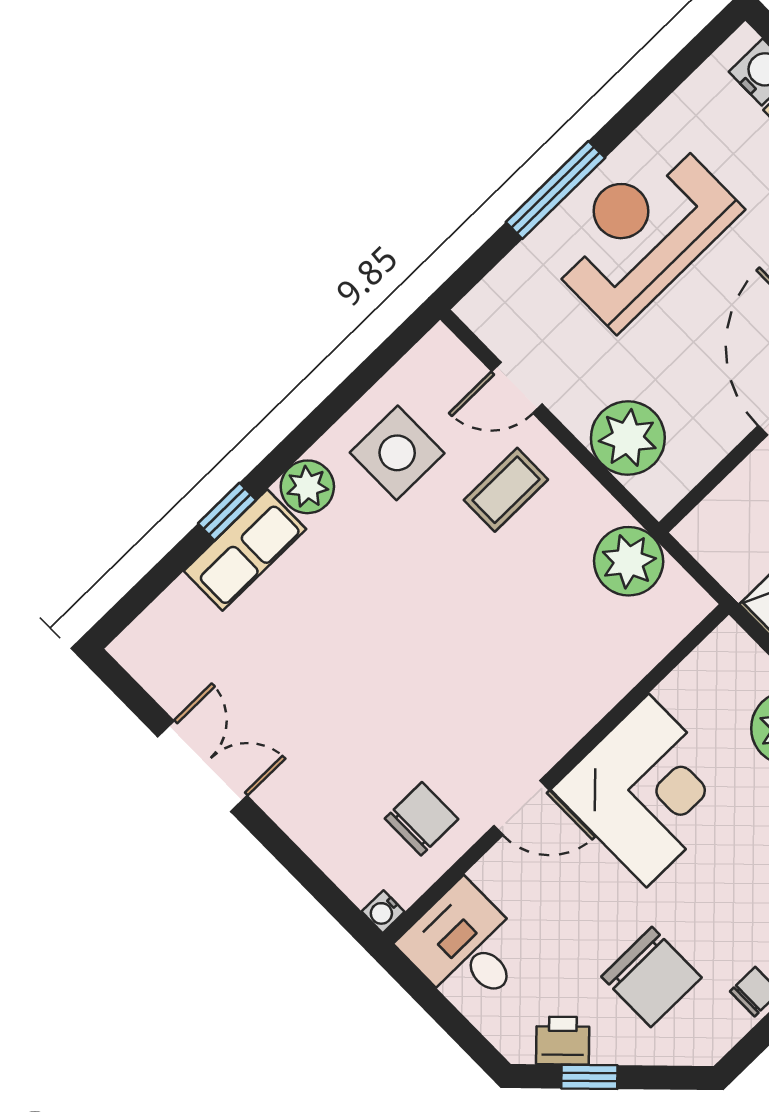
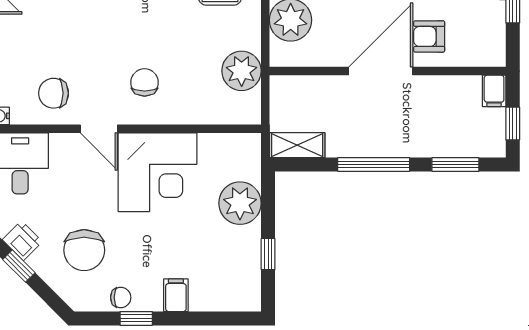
chair: (522, 694) -> (145, 82), added
chair: (422, 819) -> (54, 93), turned 180

